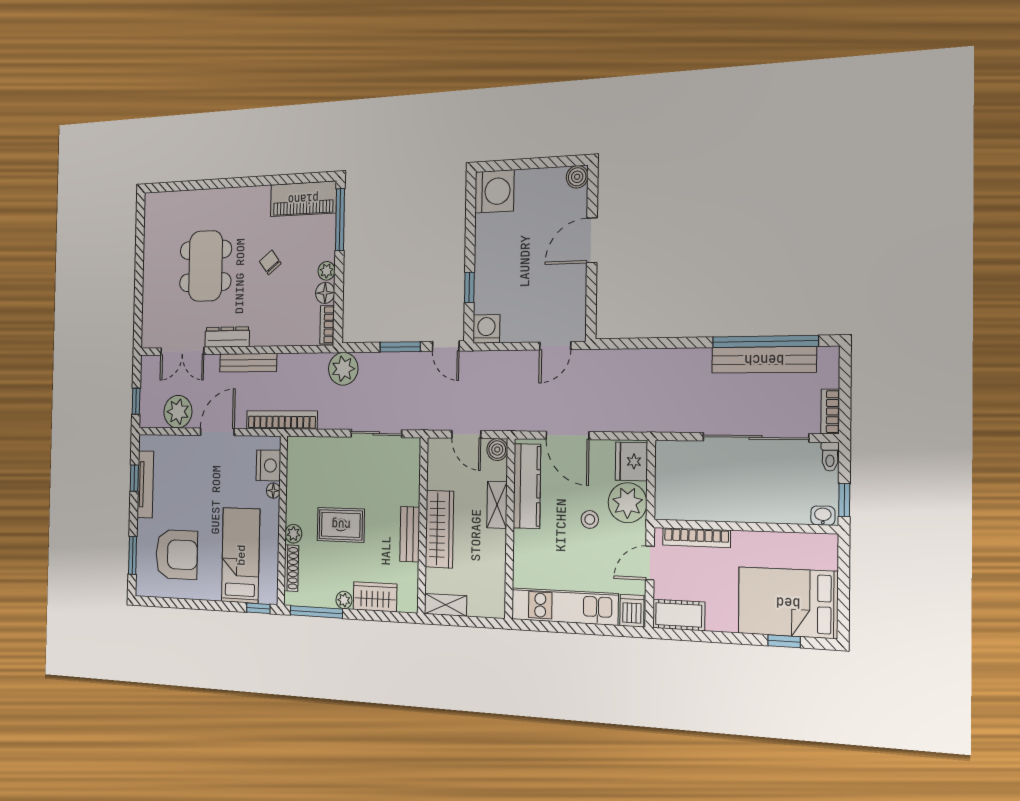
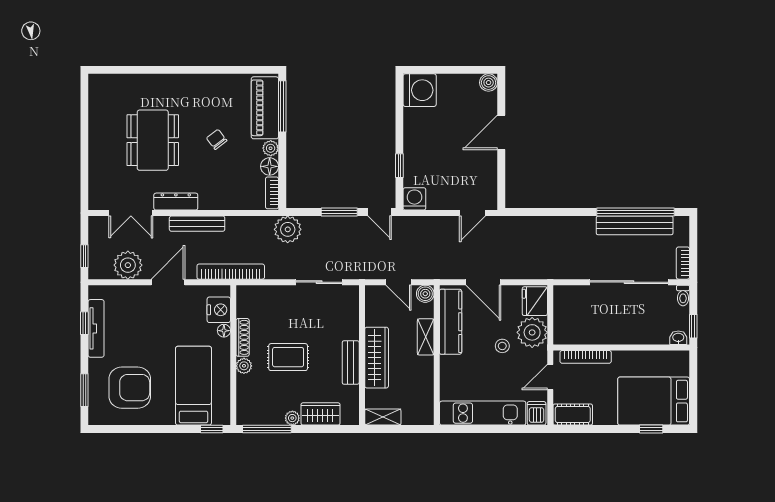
piano: (303, 199) -> (265, 108), moved, turned 90
shoe rack: (291, 568) -> (243, 337), moved

